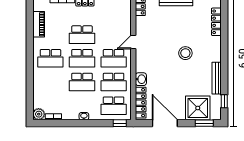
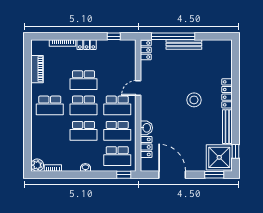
locker: (216, 22) -> (227, 93), moved
locker: (141, 103) -> (146, 147), width x0.66
shower: (198, 108) -> (219, 157), moved

